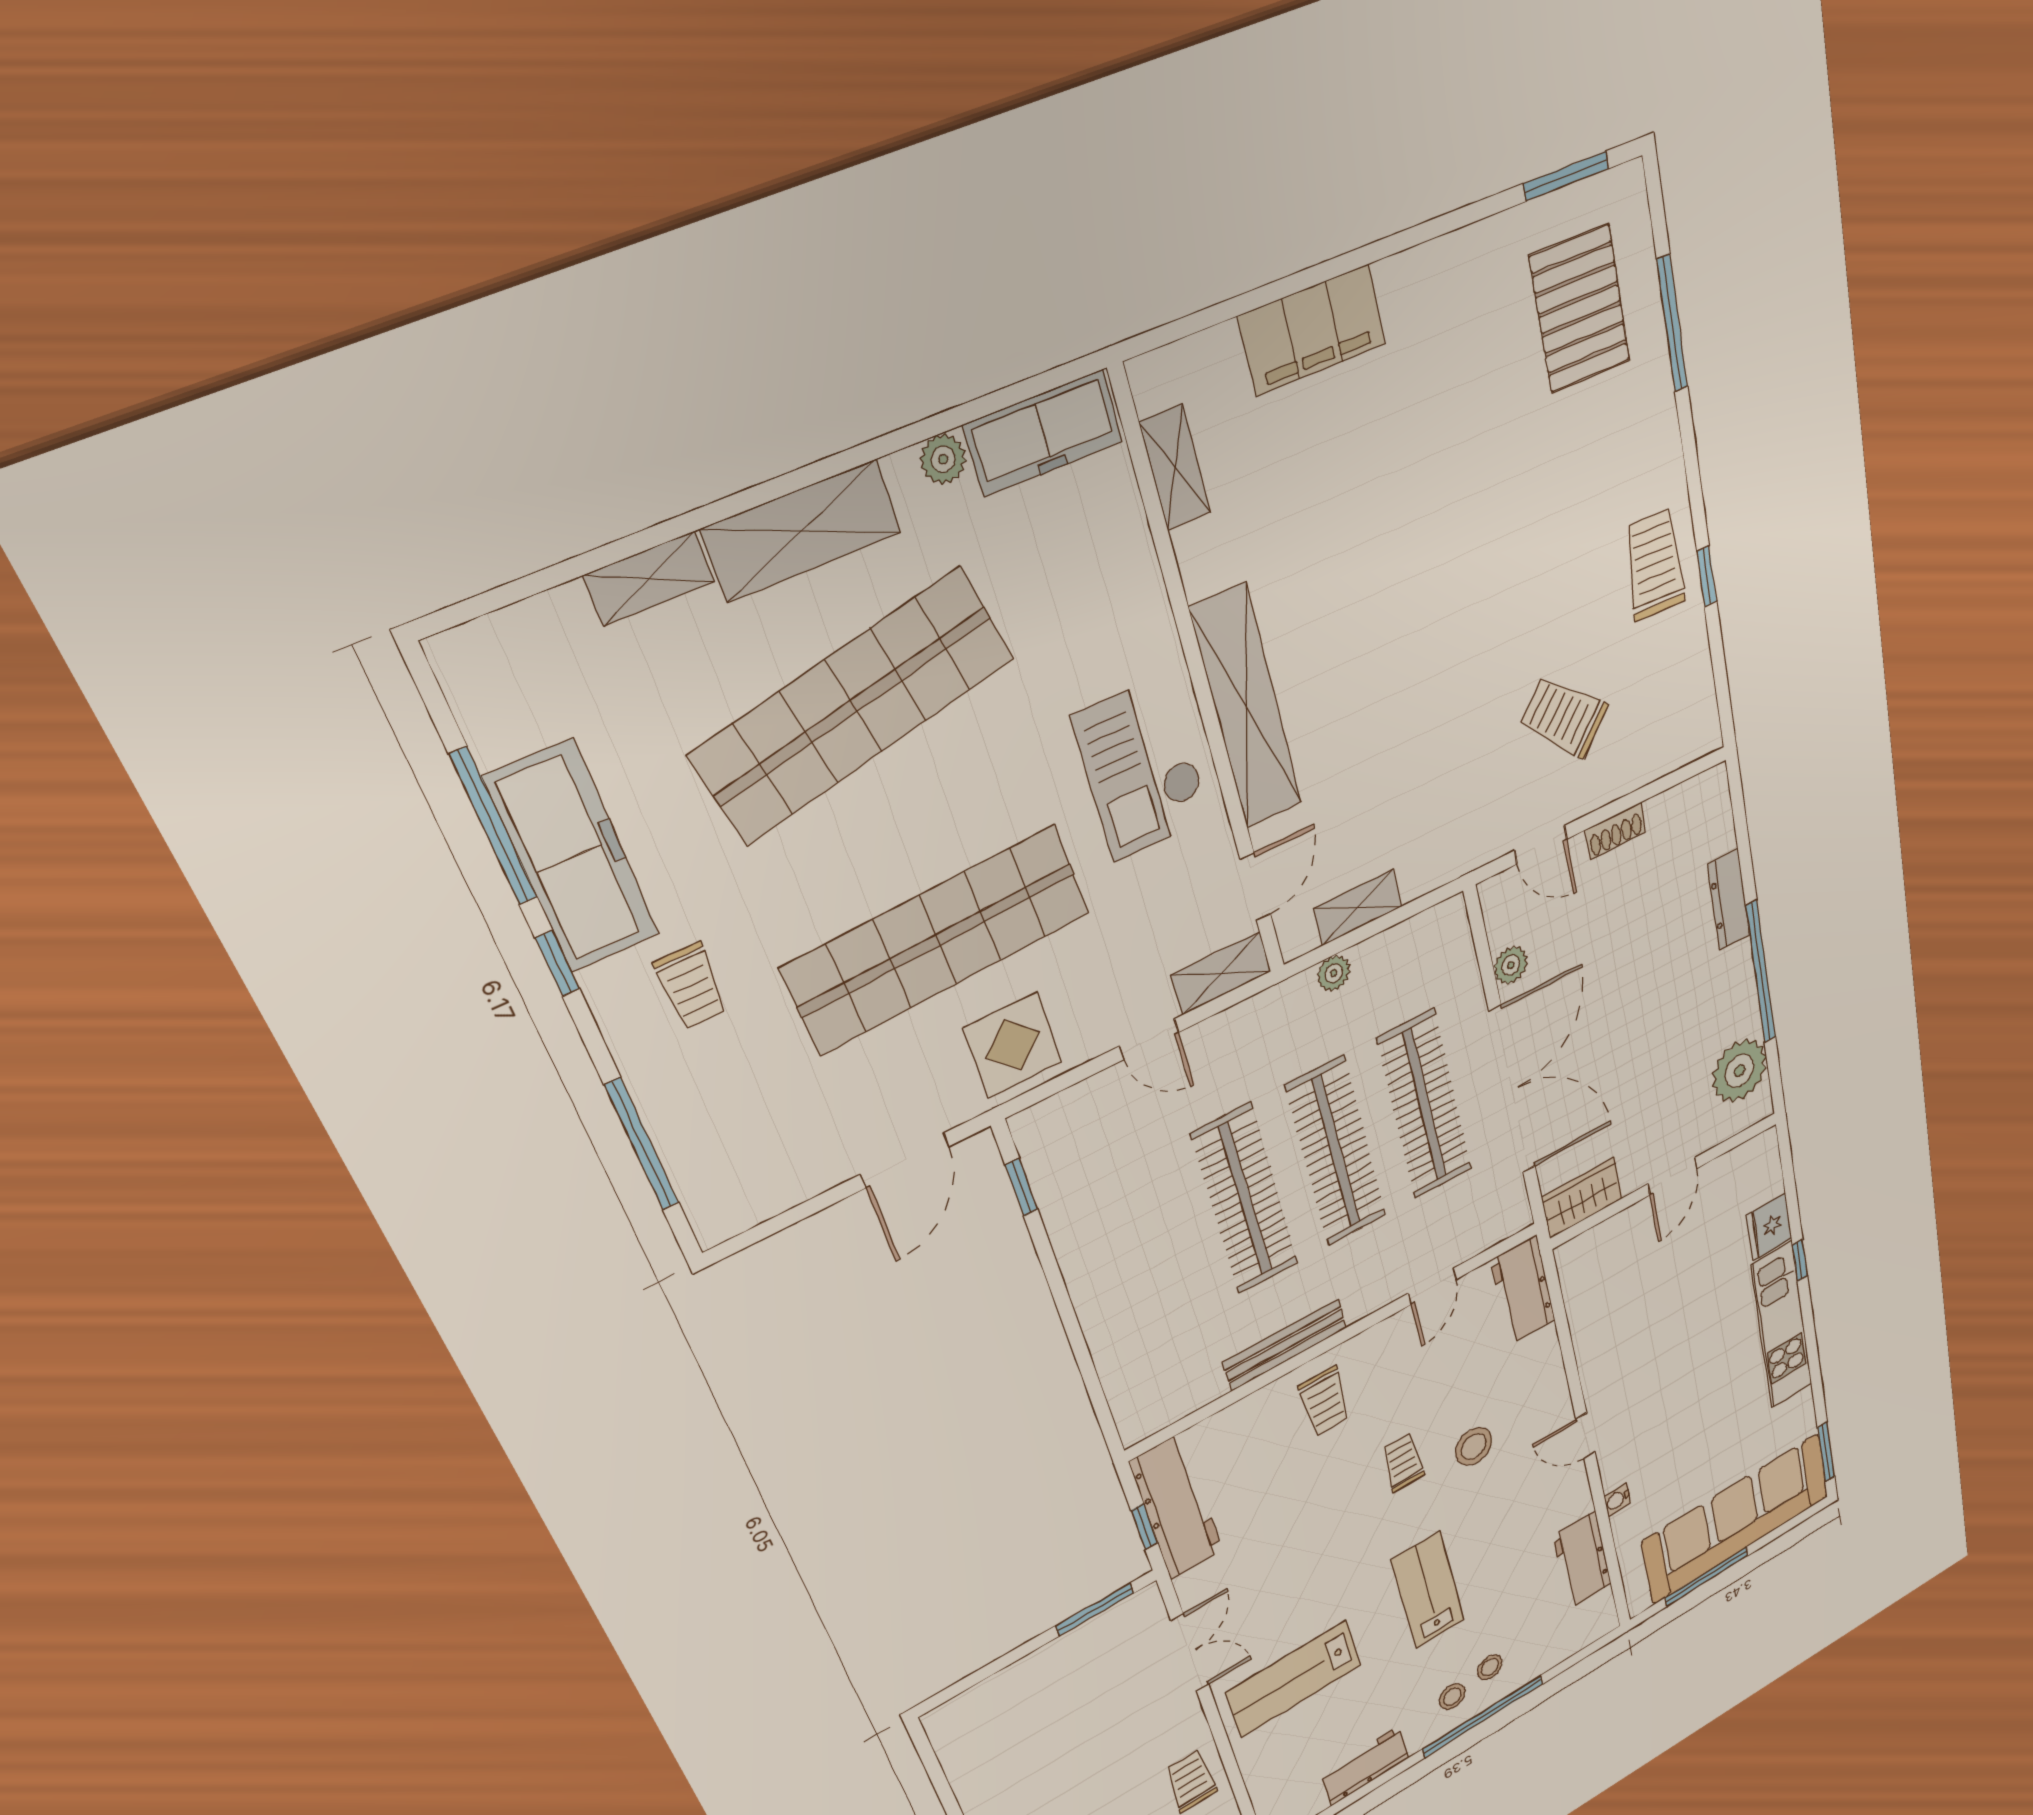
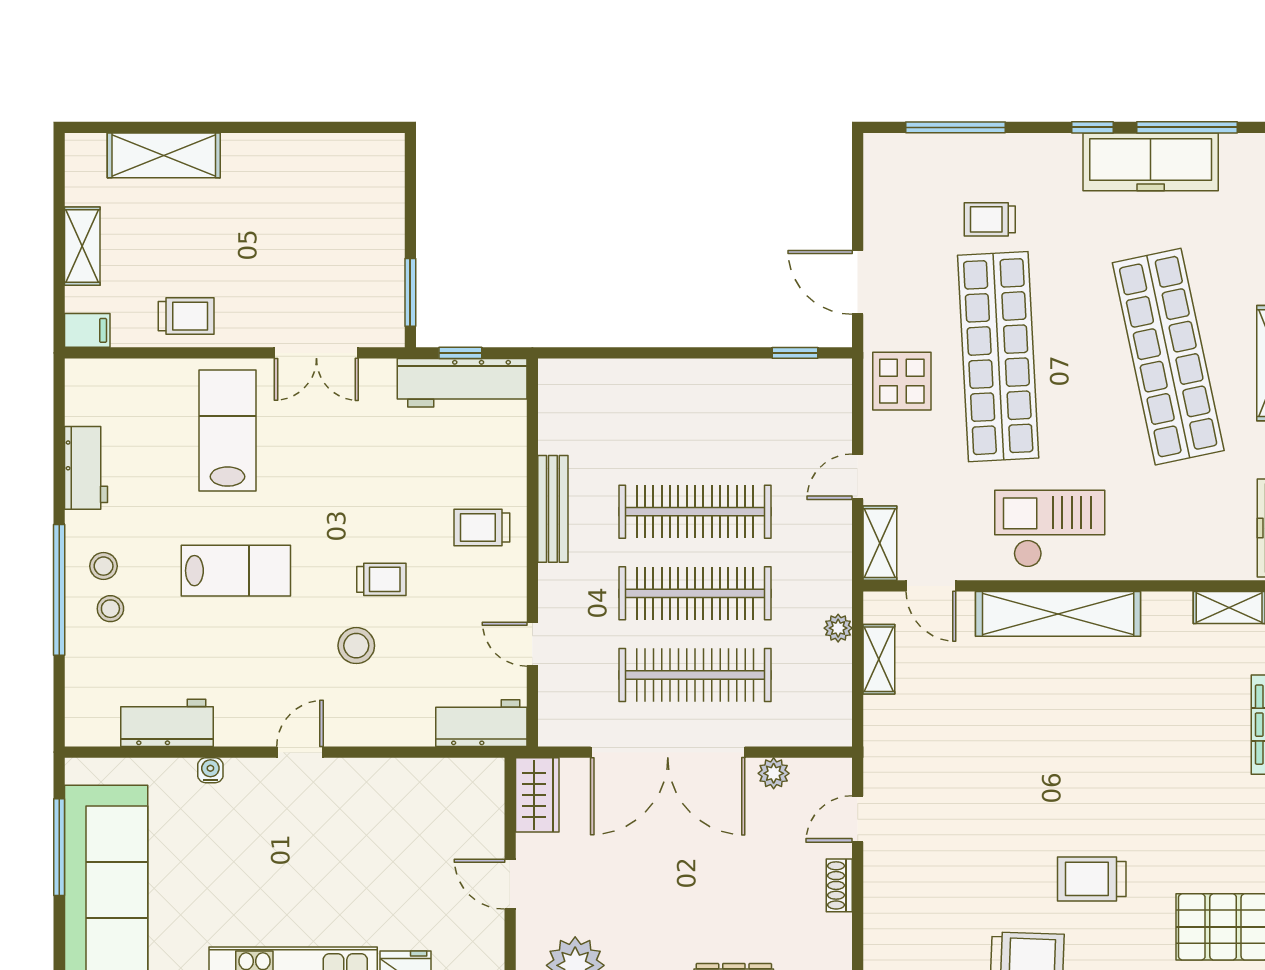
trolley: (1564, 717) -> (1092, 879), moved, turned -133
trolley: (691, 986) -> (990, 219), moved

